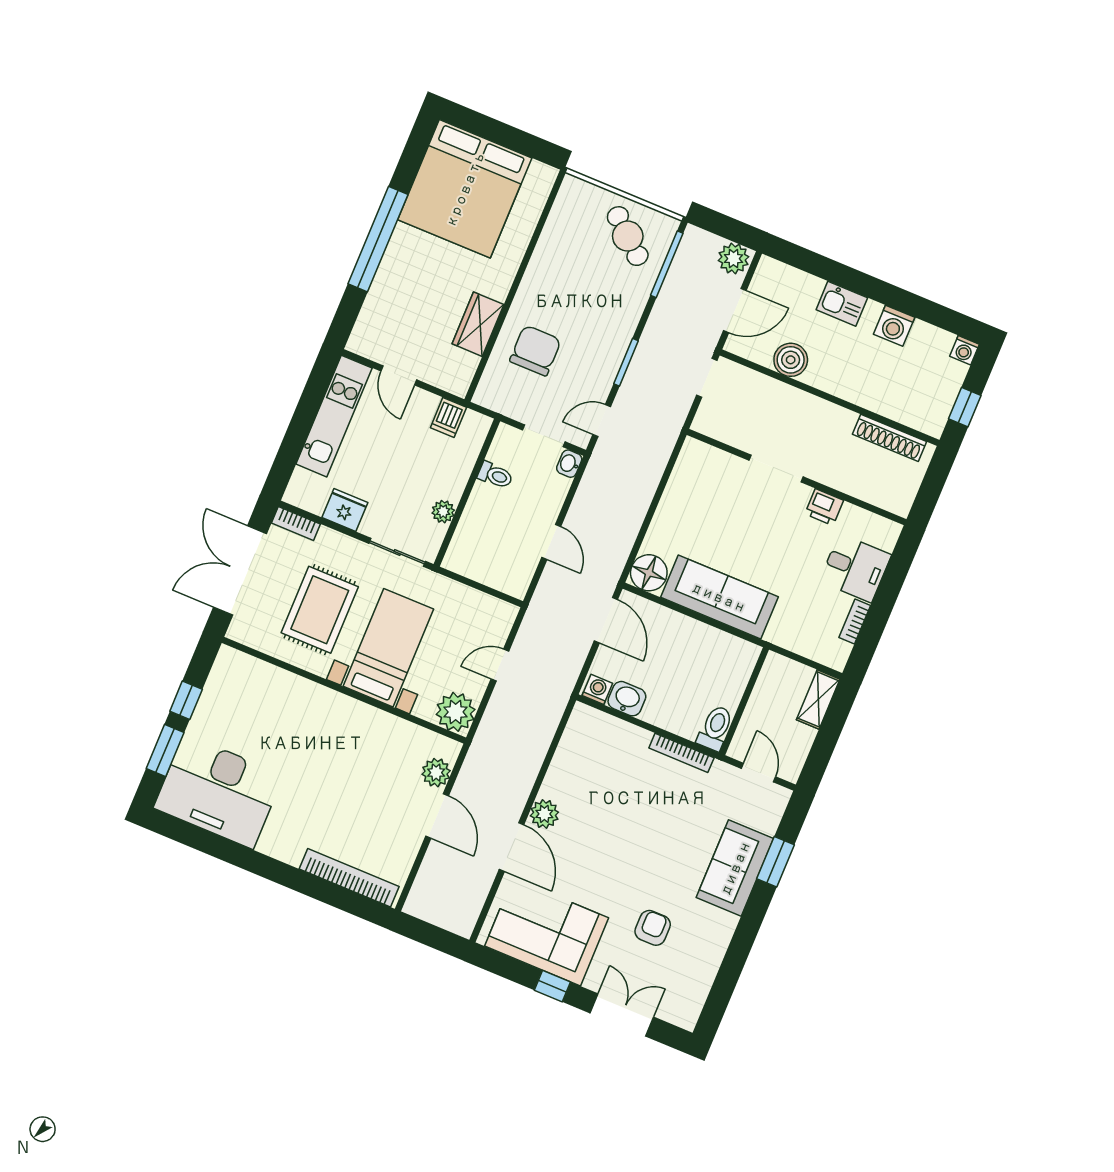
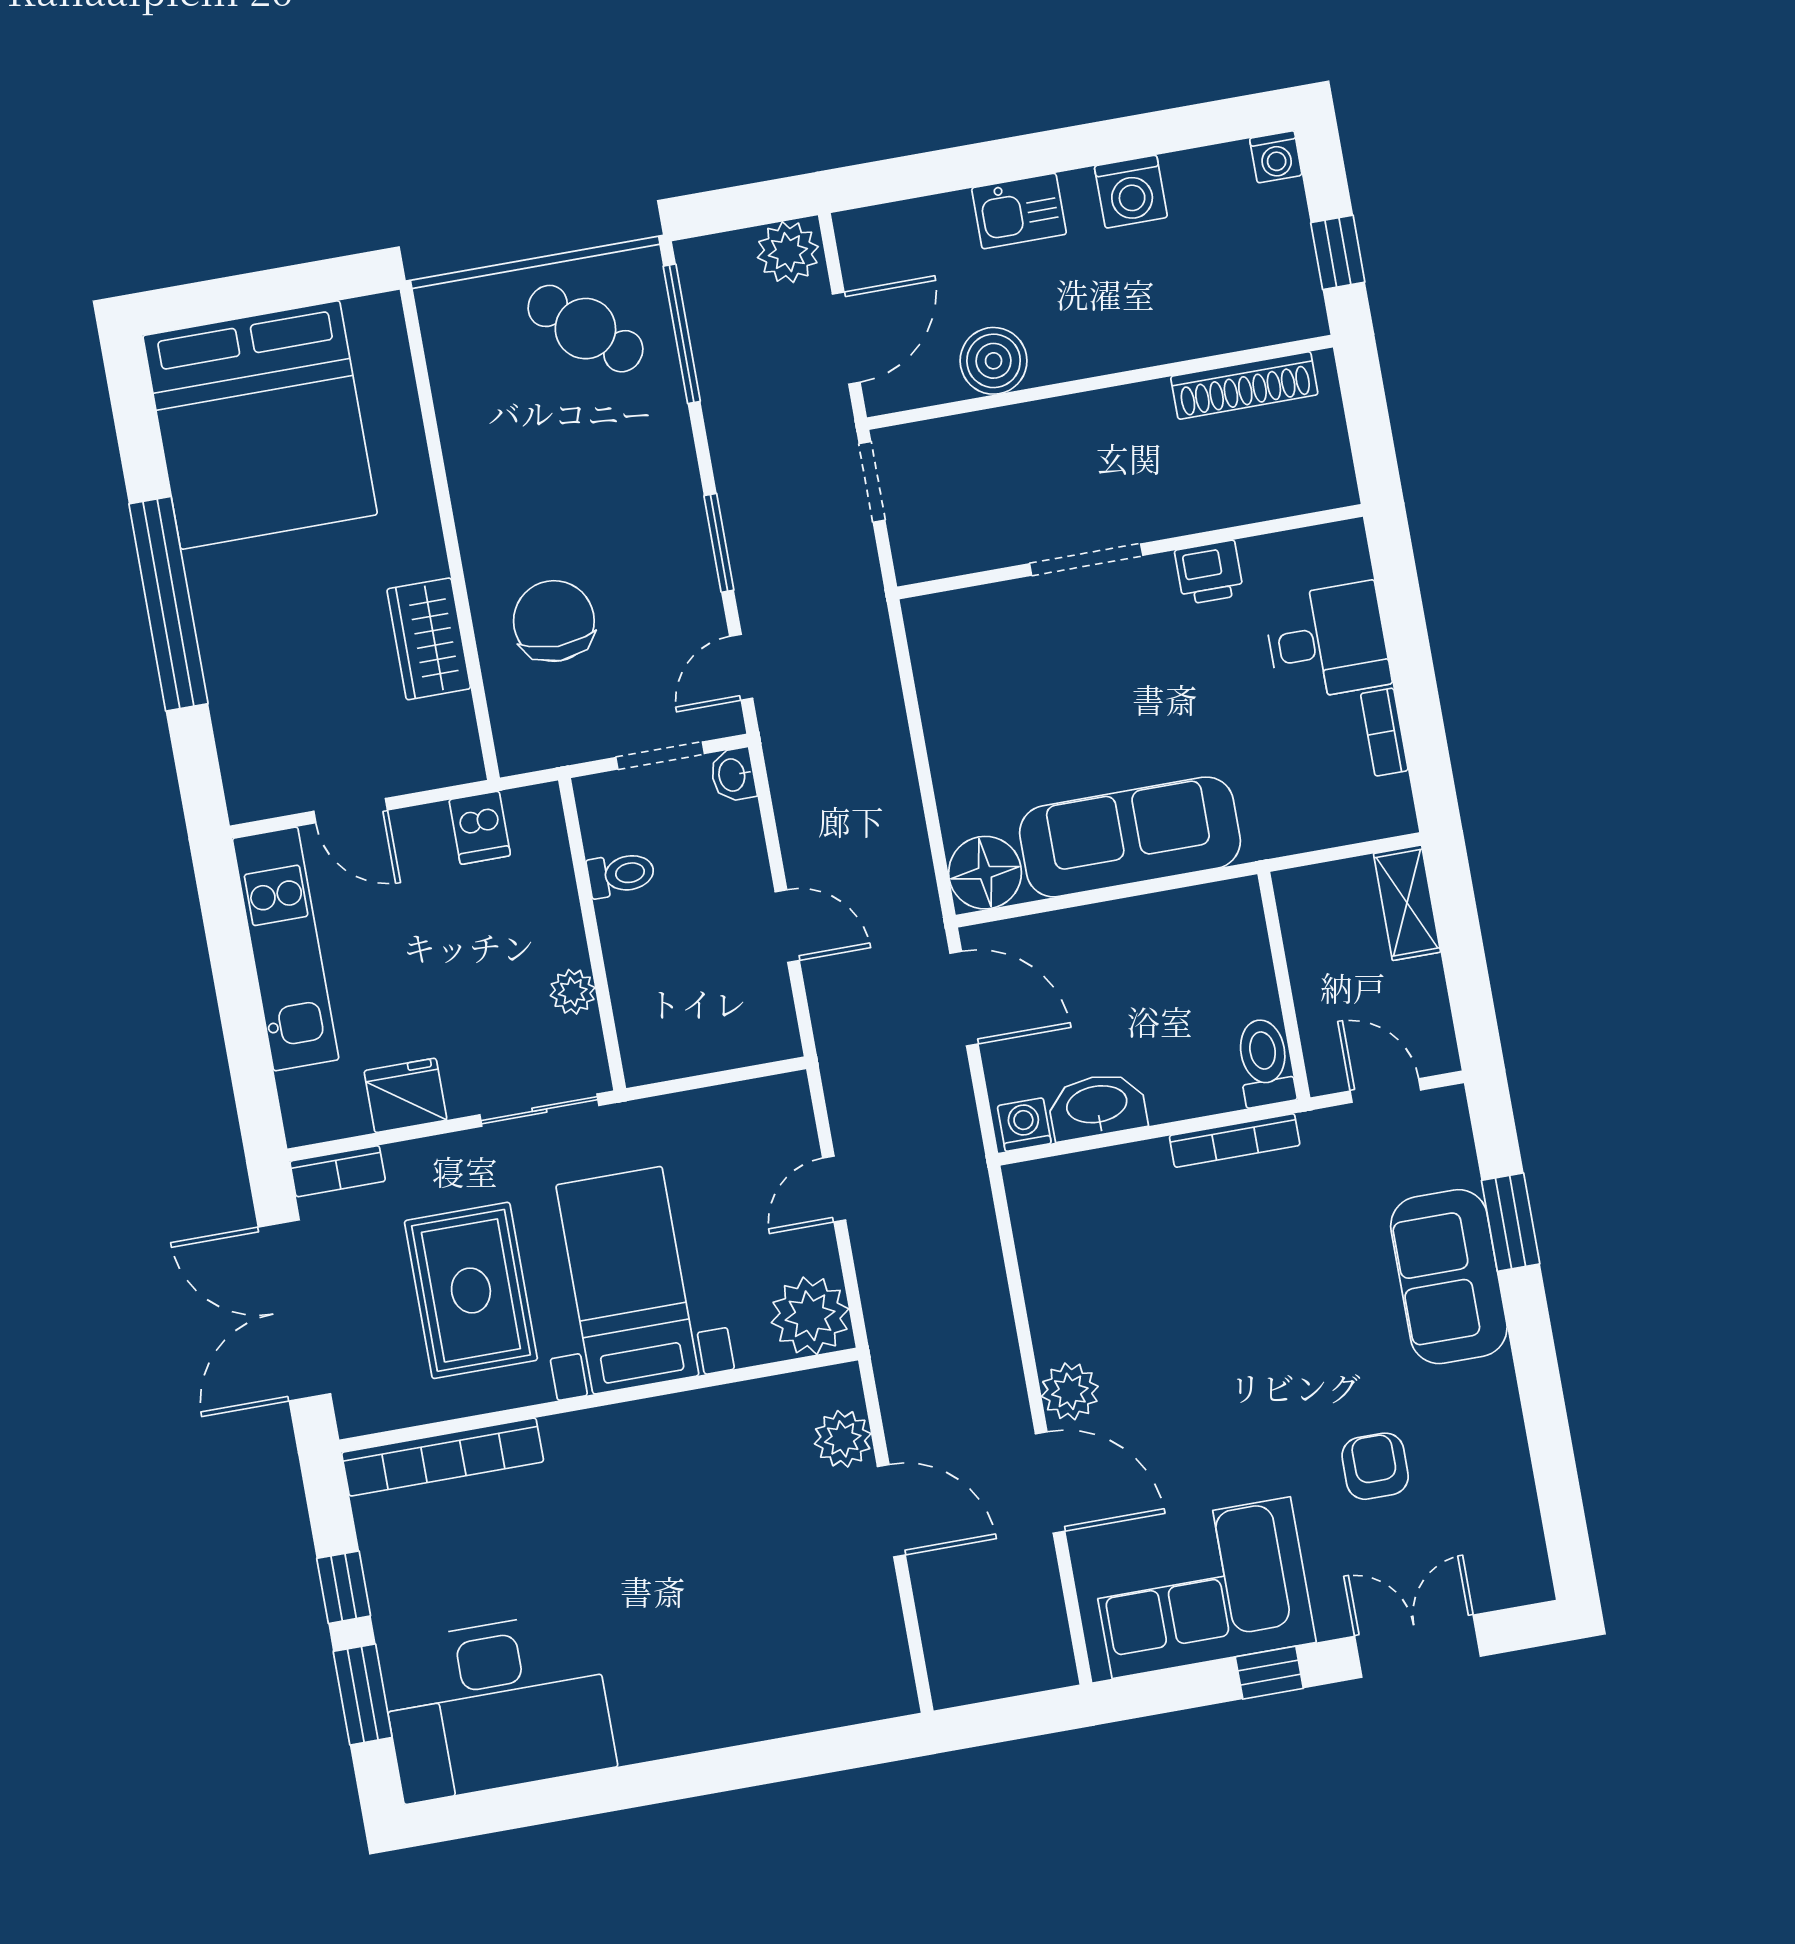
washbasin: (627, 699) -> (1097, 1106), width x1.38
bookcase: (349, 878) -> (443, 1457), moved, turned 180

